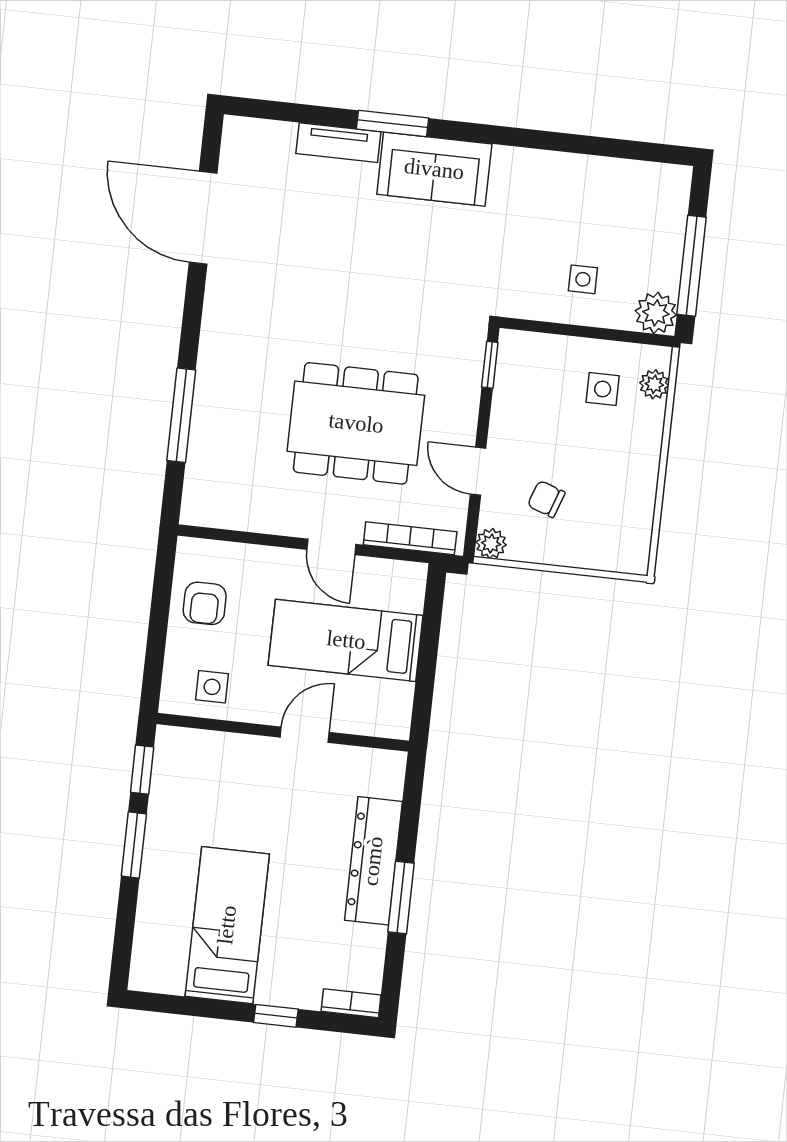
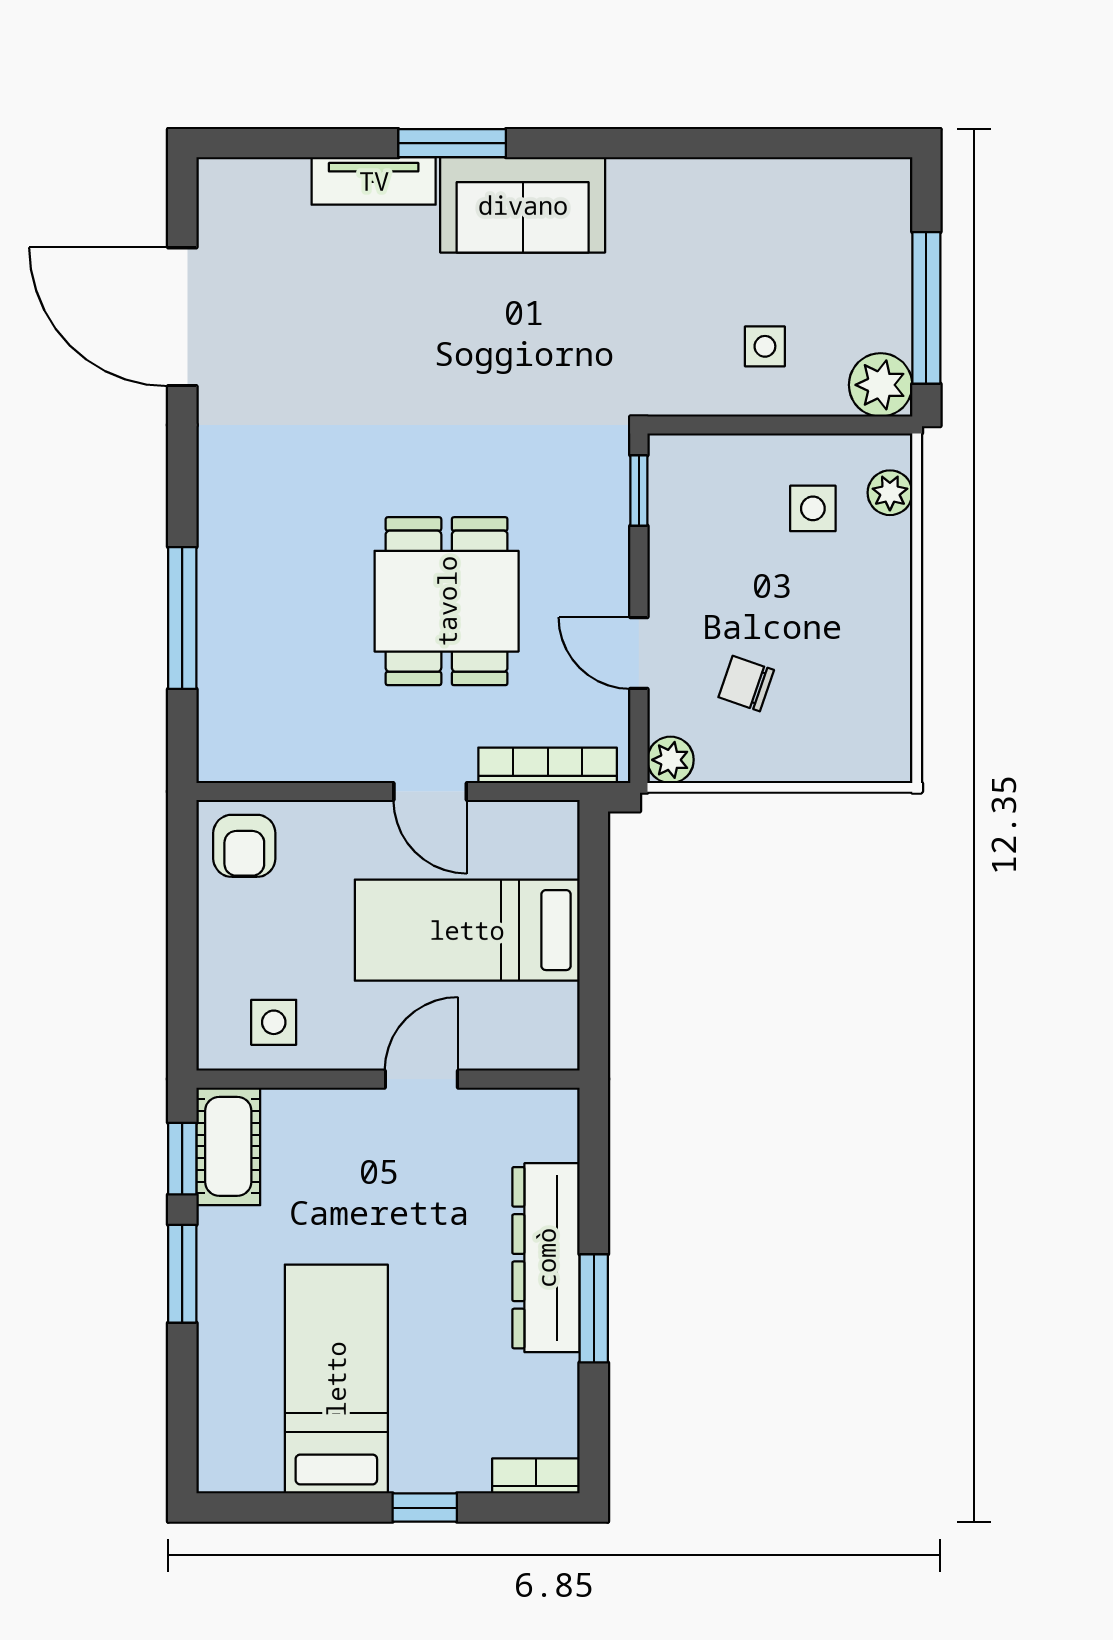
dining table: (356, 423) -> (447, 601), width x0.73
armchair: (205, 603) -> (244, 846), moved
cot: (173, 765) -> (228, 1146), added

